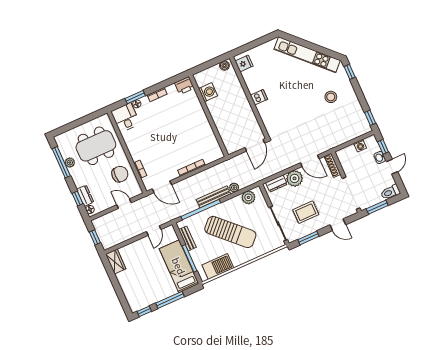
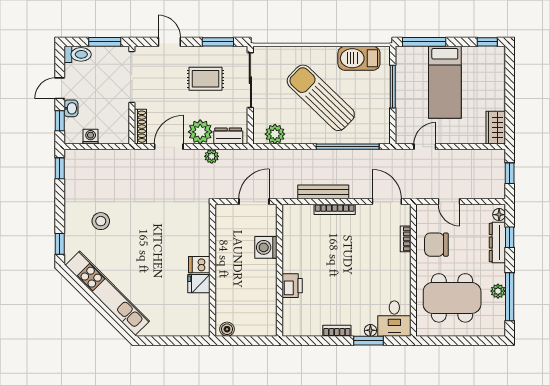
fridge: (244, 63) -> (199, 284), moved
printer: (184, 85) -> (292, 286), moved, turned 90
washing machine: (208, 92) -> (266, 247), moved
door: (255, 145) -> (254, 202), moved
door: (310, 161) -> (169, 147), hinge flipped
plant: (234, 188) -> (212, 156), moved
dresser: (85, 196) -> (497, 243), width x1.44
bench: (213, 197) -> (323, 192), moved
bench: (187, 238) -> (383, 115), removed
bed: (179, 266) -> (445, 82), moved
window: (170, 300) -> (424, 42), moved

